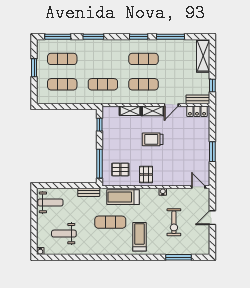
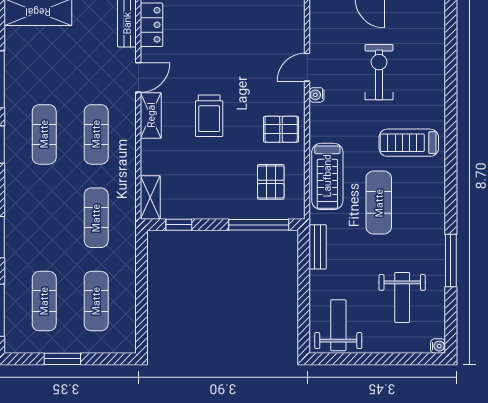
door: (171, 105) -> (138, 77), hinge flipped
shelving: (130, 111) -> (150, 197), moved
door: (198, 187) -> (307, 67), moved
exercise bike: (174, 222) -> (379, 72), turned -90
window: (178, 257) -> (451, 261), moved

